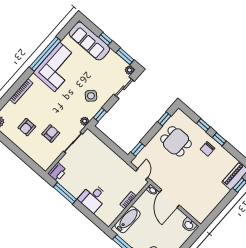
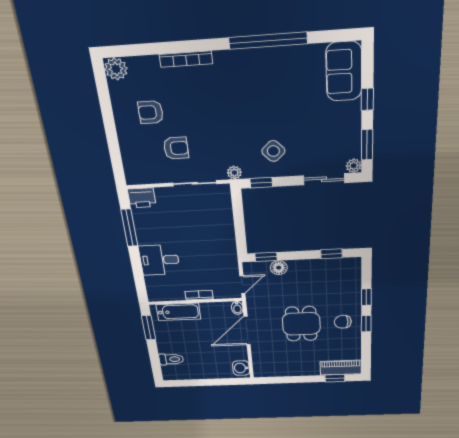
sofa: (89, 41) -> (344, 71), width x0.73
corner sofa: (57, 67) -> (267, 74), removed
dining table: (176, 141) -> (301, 324), moved
floor lamp: (149, 149) -> (279, 268), added

